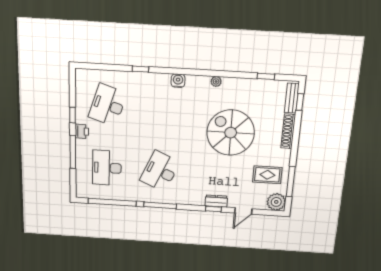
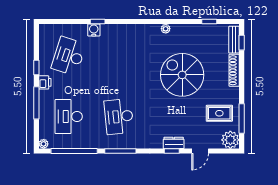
water cooler: (178, 81) -> (94, 30), moved
desk: (160, 171) -> (119, 117), turned -30
plant: (80, 193) -> (44, 144), added

